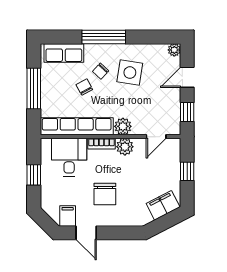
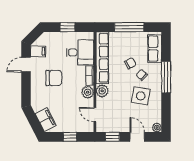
chair: (105, 194) -> (54, 78), turned 180

